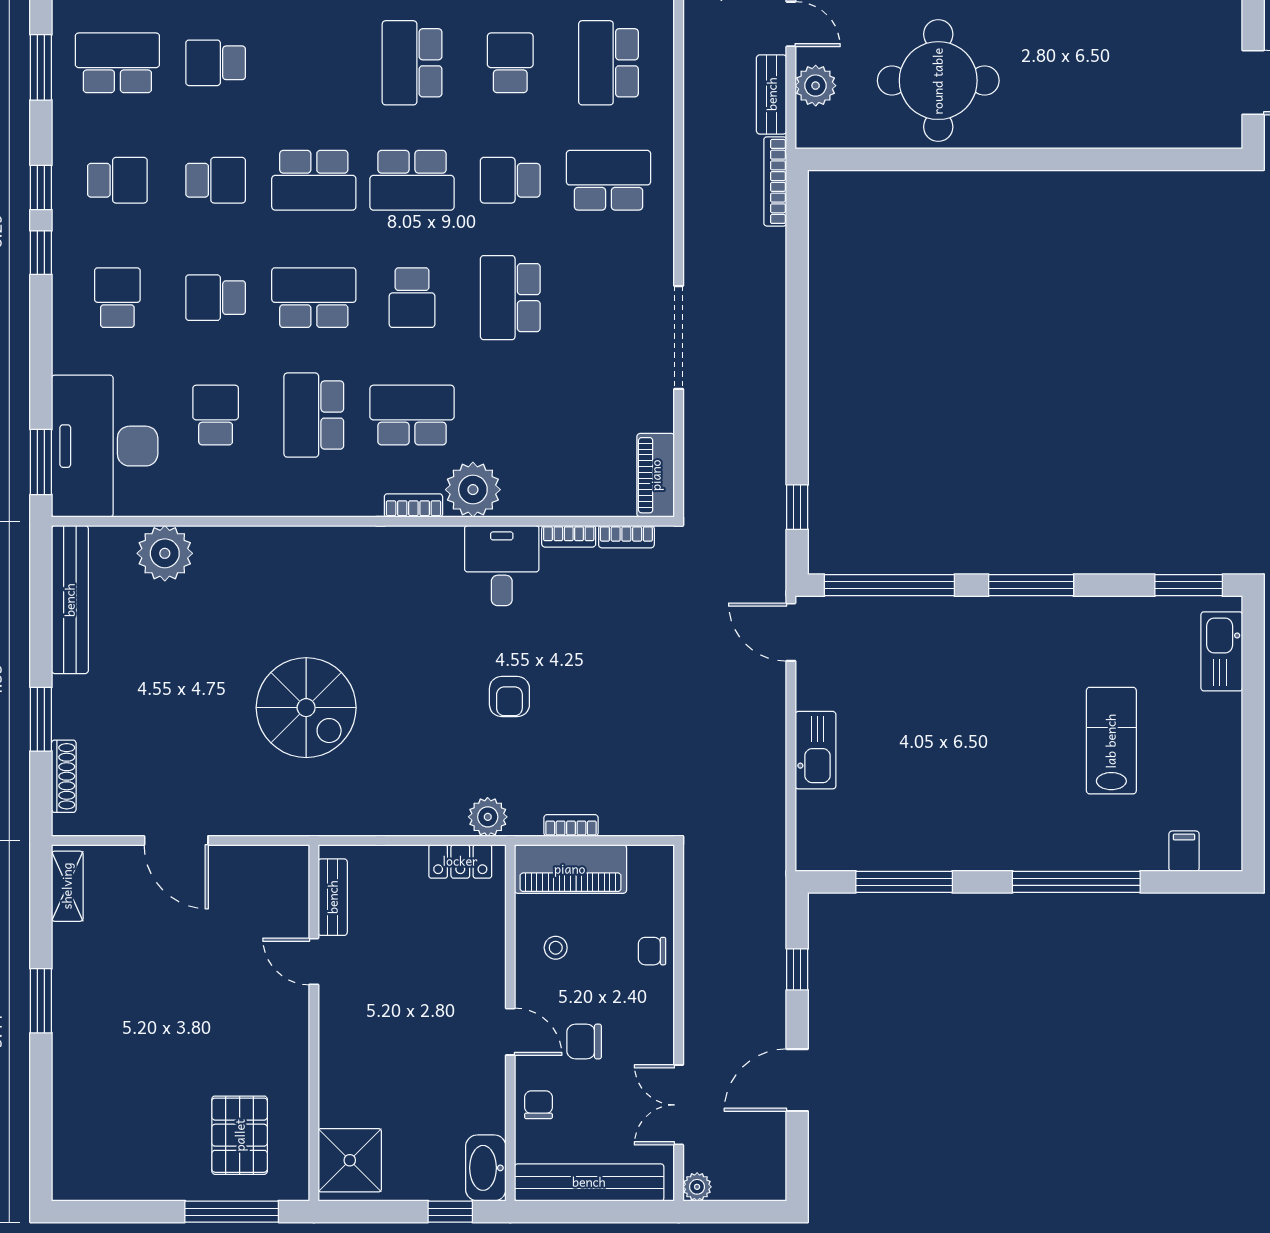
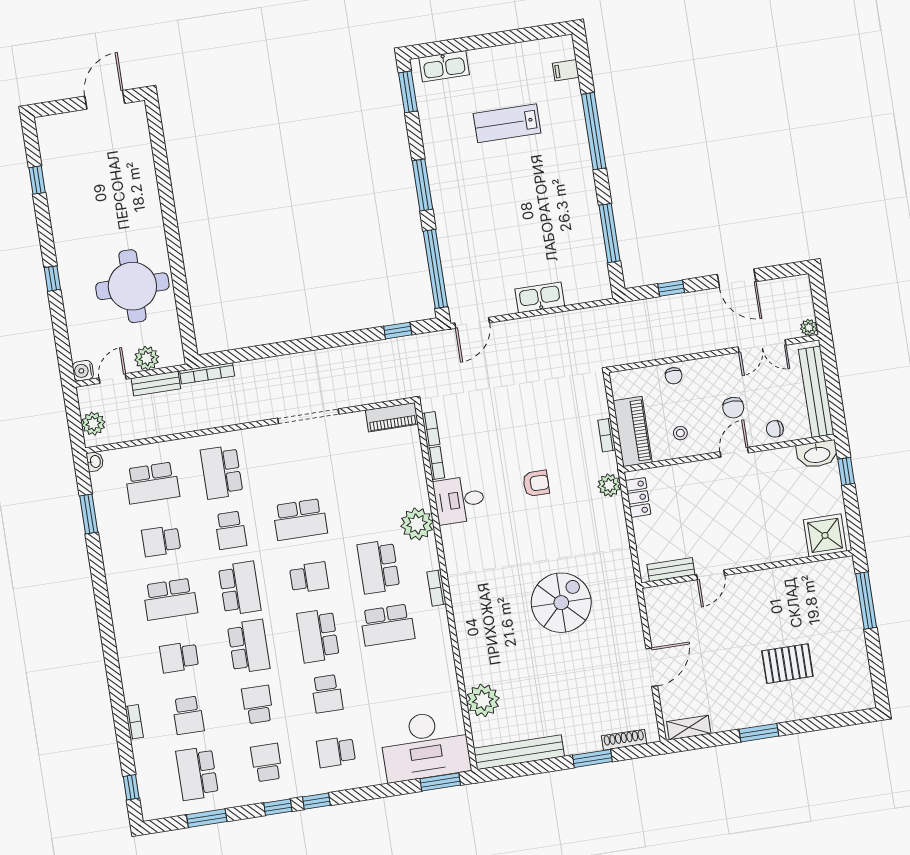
school desk: (216, 415) -> (179, 657), moved
bookcase: (413, 505) -> (437, 588), moved
pallet: (240, 1135) -> (787, 664), moved

